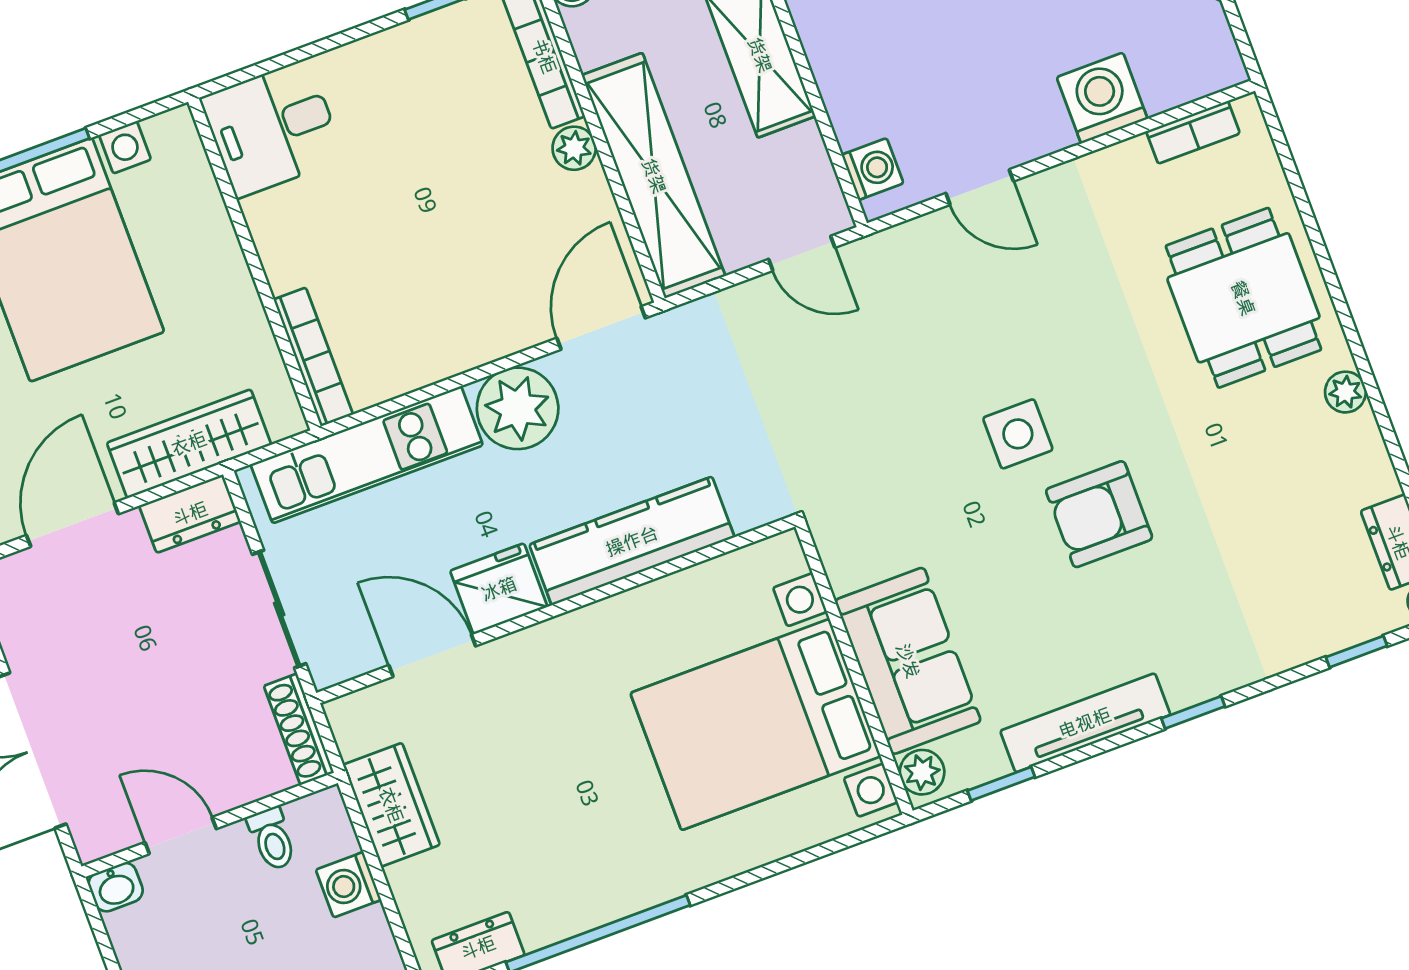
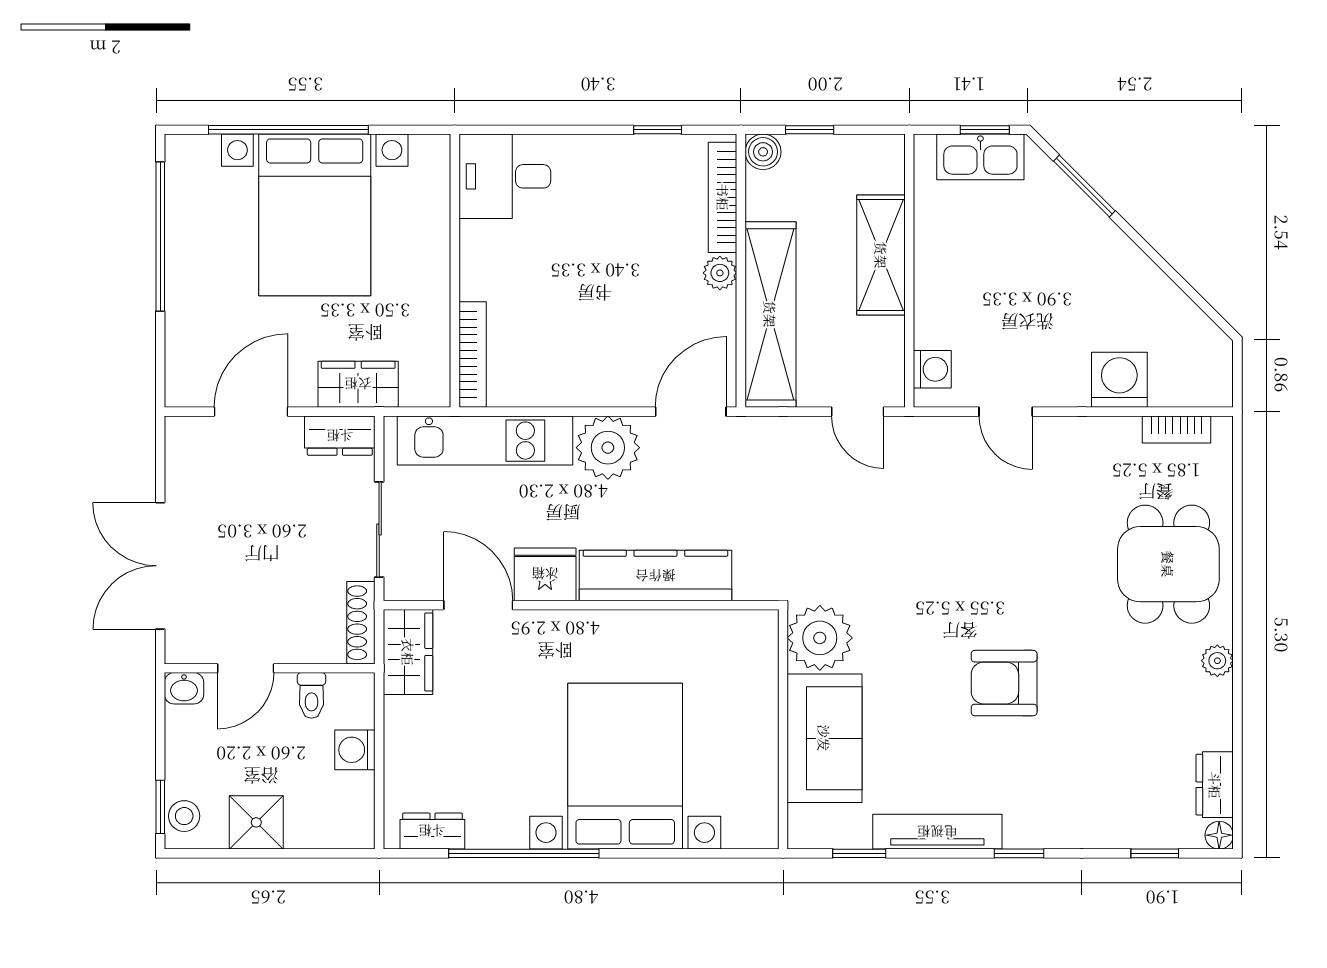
side table: (1018, 434) -> (967, 602), removed
wardrobe: (189, 444) -> (358, 384), width x0.67
bed with nightstands: (756, 725) -> (625, 766), moved, turned 90
plant: (922, 772) -> (820, 638), moved, width x1.87, depth x1.87
wardrobe: (391, 805) -> (408, 652), moved
door: (181, 836) -> (246, 668), swing flipped

